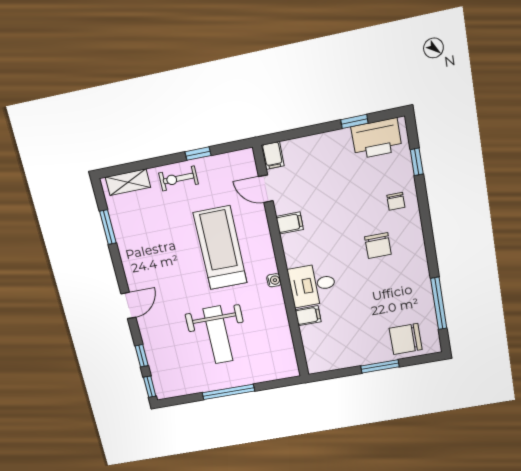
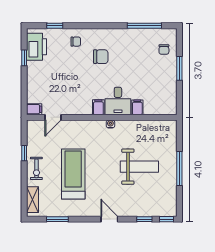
filing cabinet: (290, 223) -> (98, 107), moved
treadmill: (220, 248) -> (73, 174), moved, turned 90
chair: (406, 339) -> (164, 49), width x0.54, depth x0.54

